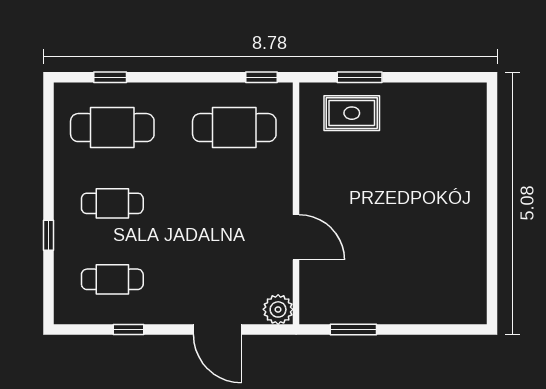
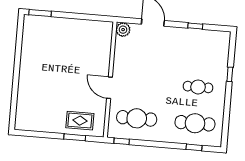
door: (296, 237) -> (109, 88), moved
cafe table: (112, 279) -> (201, 51), removed
window: (353, 330) -> (40, 13), moved

